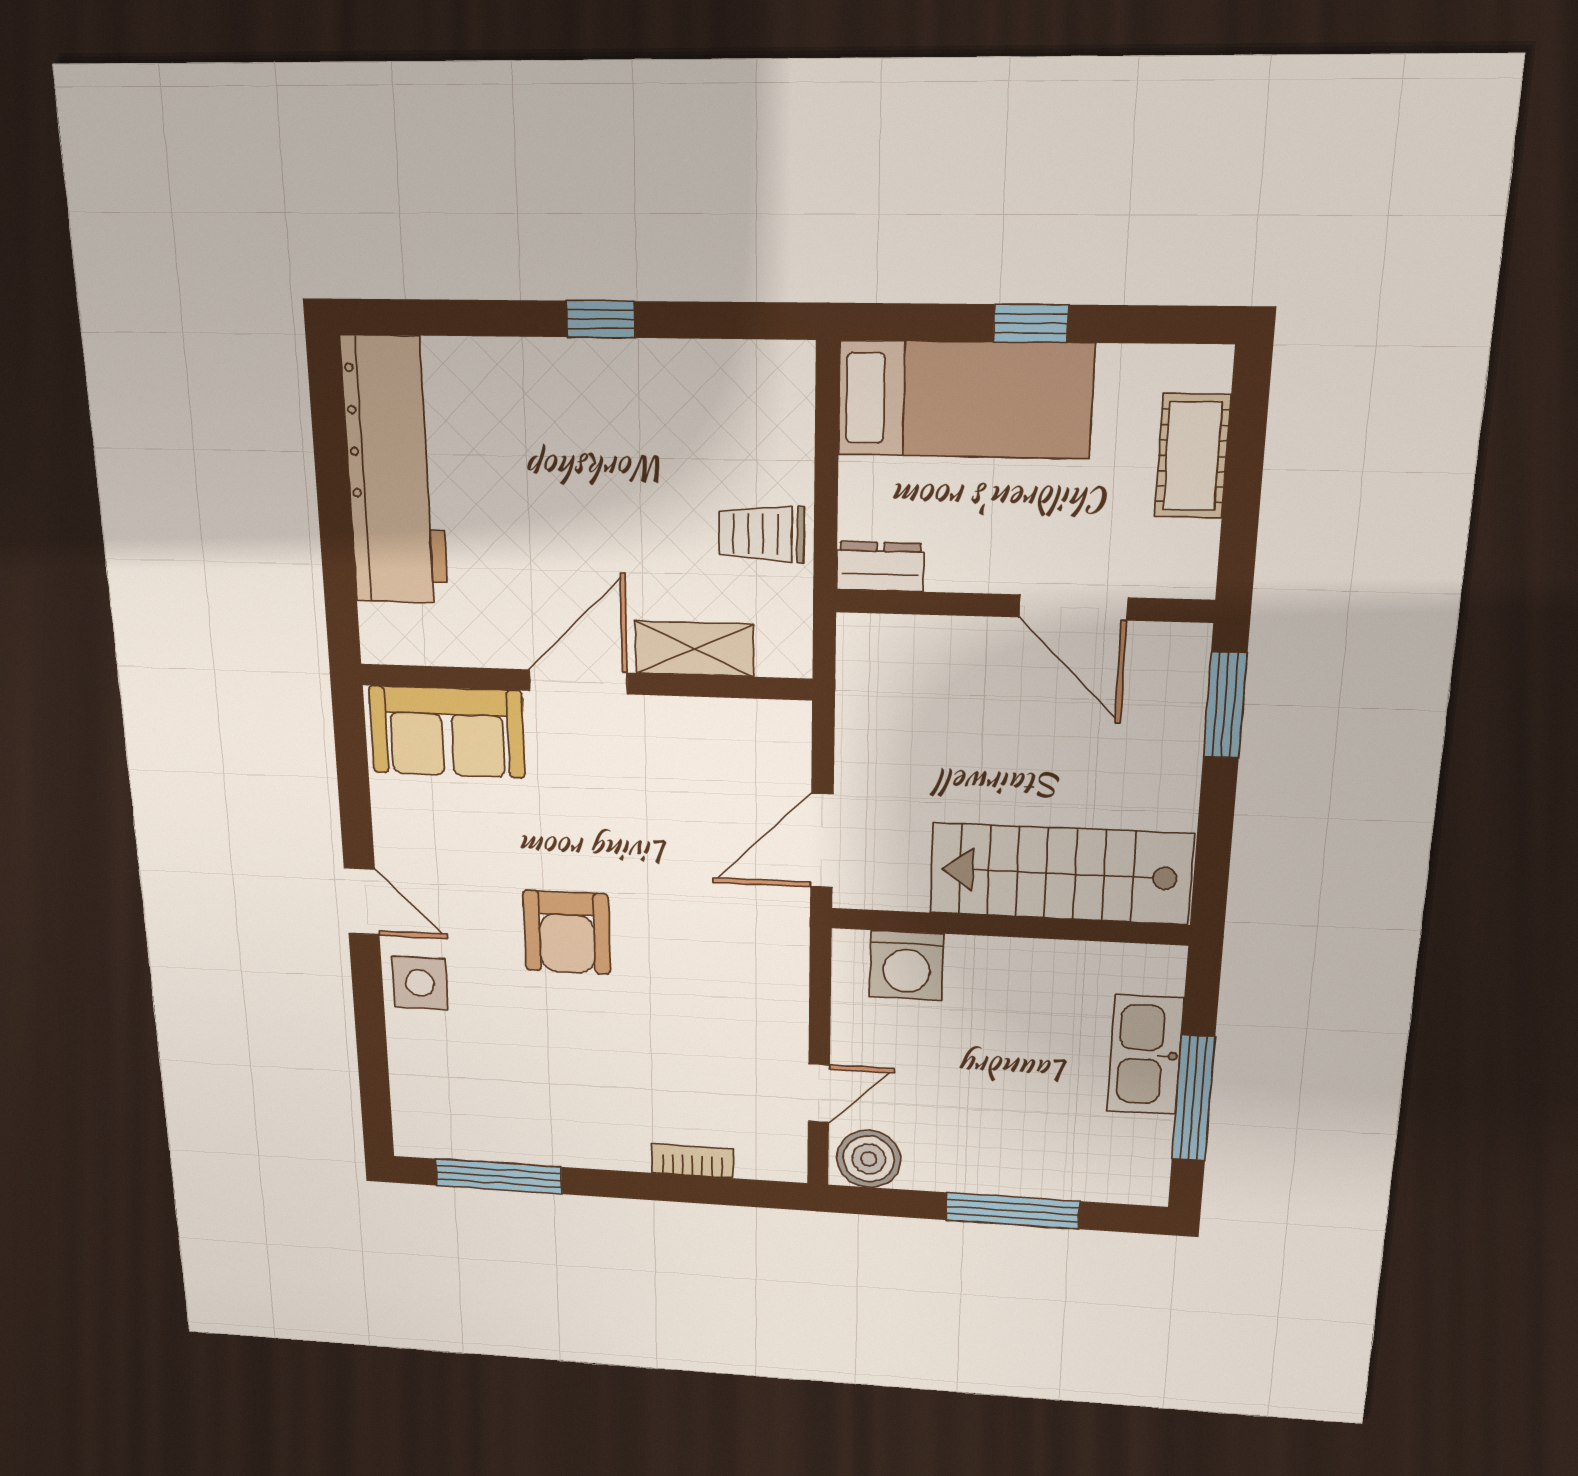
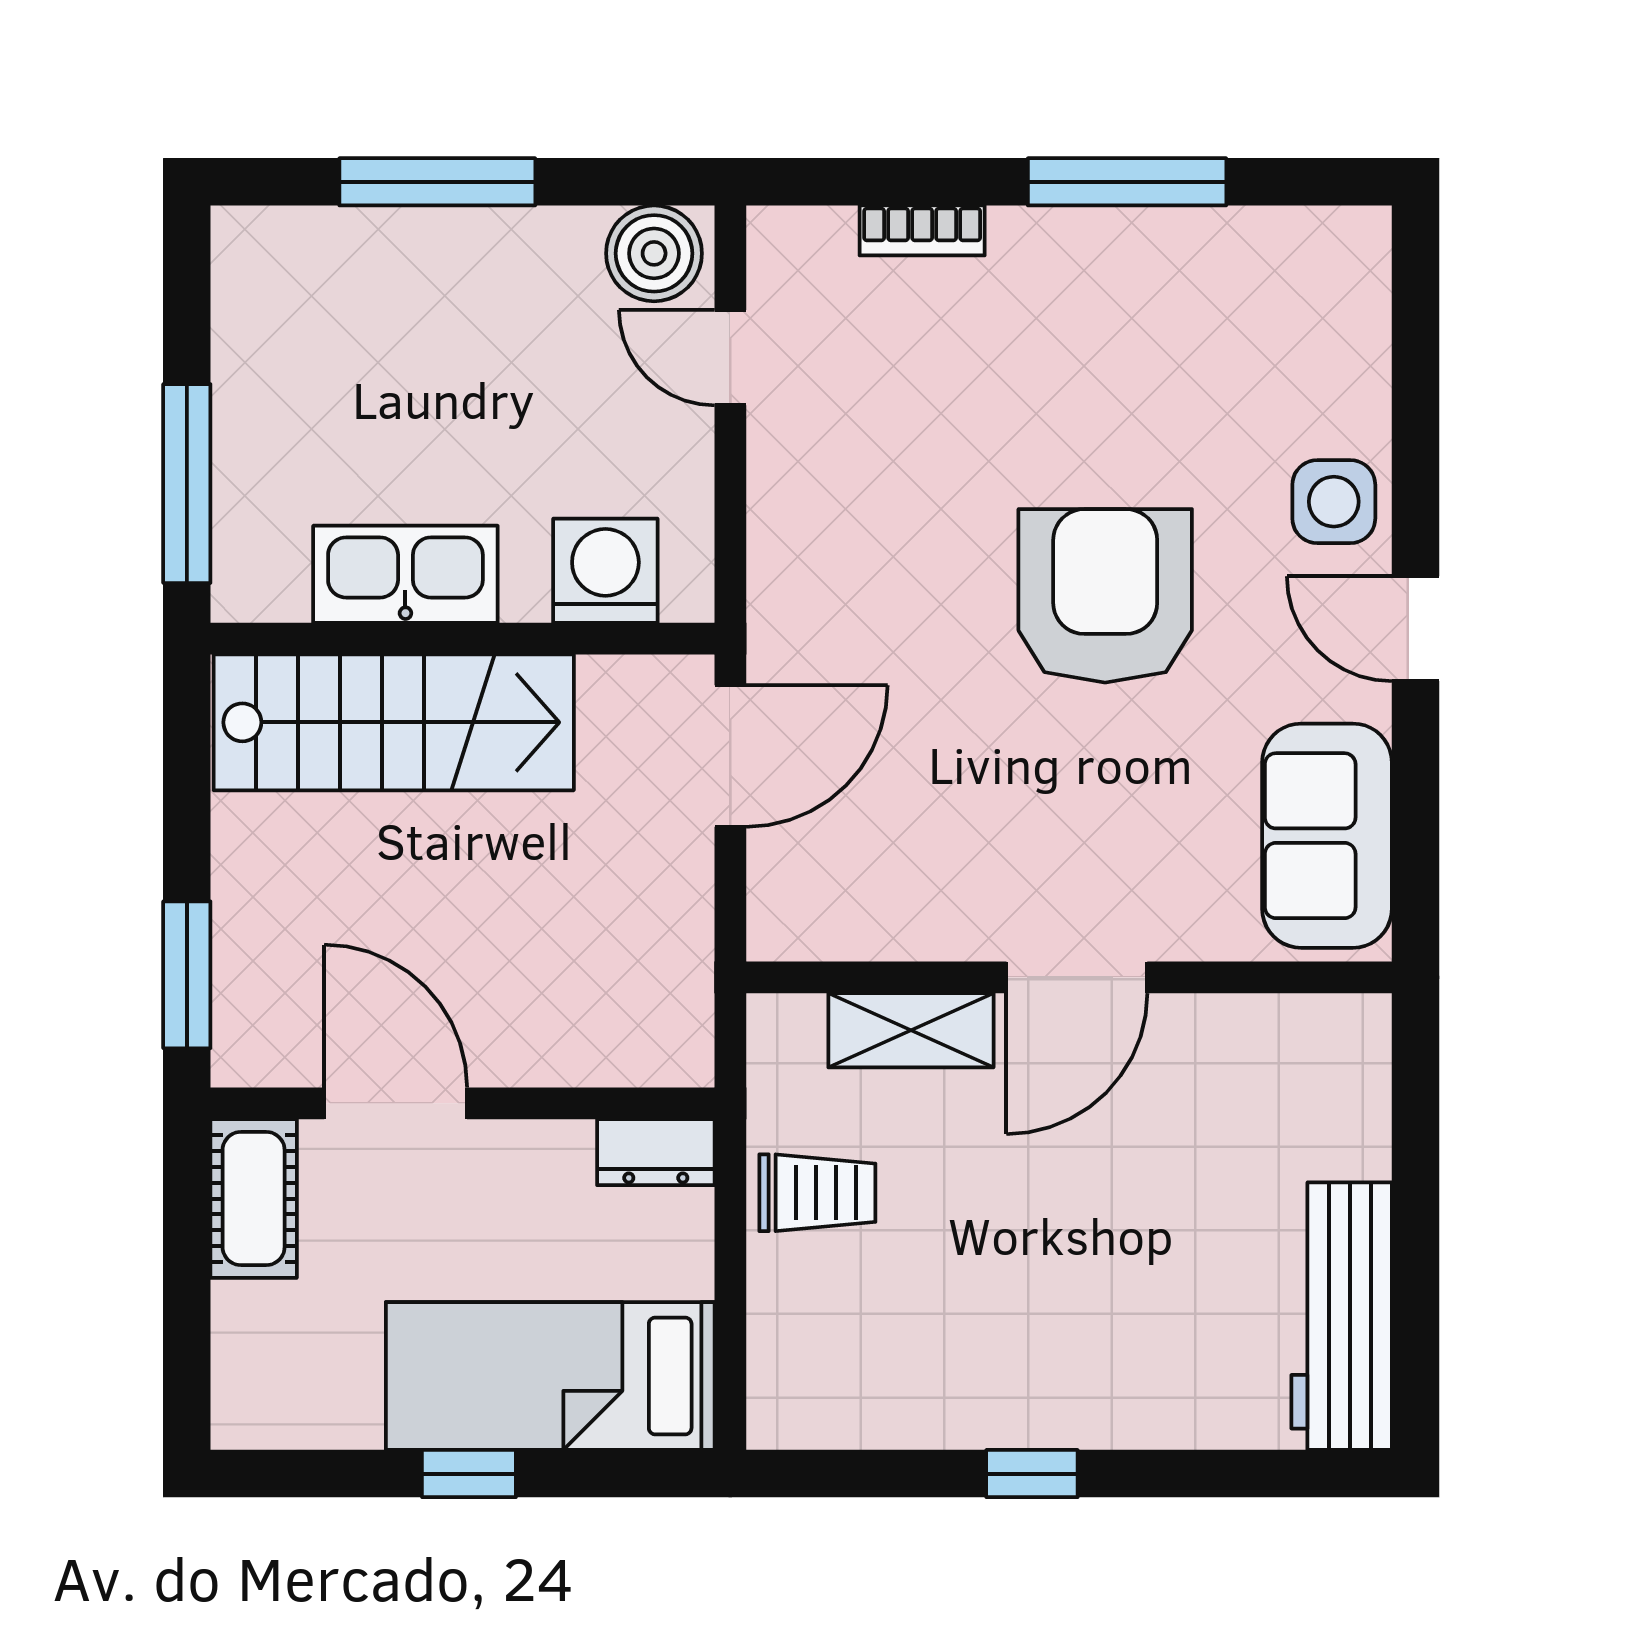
cot: (1192, 456) -> (254, 1199), moved
workbench: (395, 471) -> (1342, 1316), width x0.73, depth x0.76
sofa: (447, 732) -> (1327, 836), moved, turned -90
armchair: (567, 932) -> (1105, 596), width x1.36, depth x1.36
kitchen sink: (1145, 1055) -> (405, 574), moved, turned -90
door: (819, 1093) -> (730, 358), hinge flipped
window: (1193, 1098) -> (187, 484), moved
window: (499, 1176) -> (1127, 182), moved

